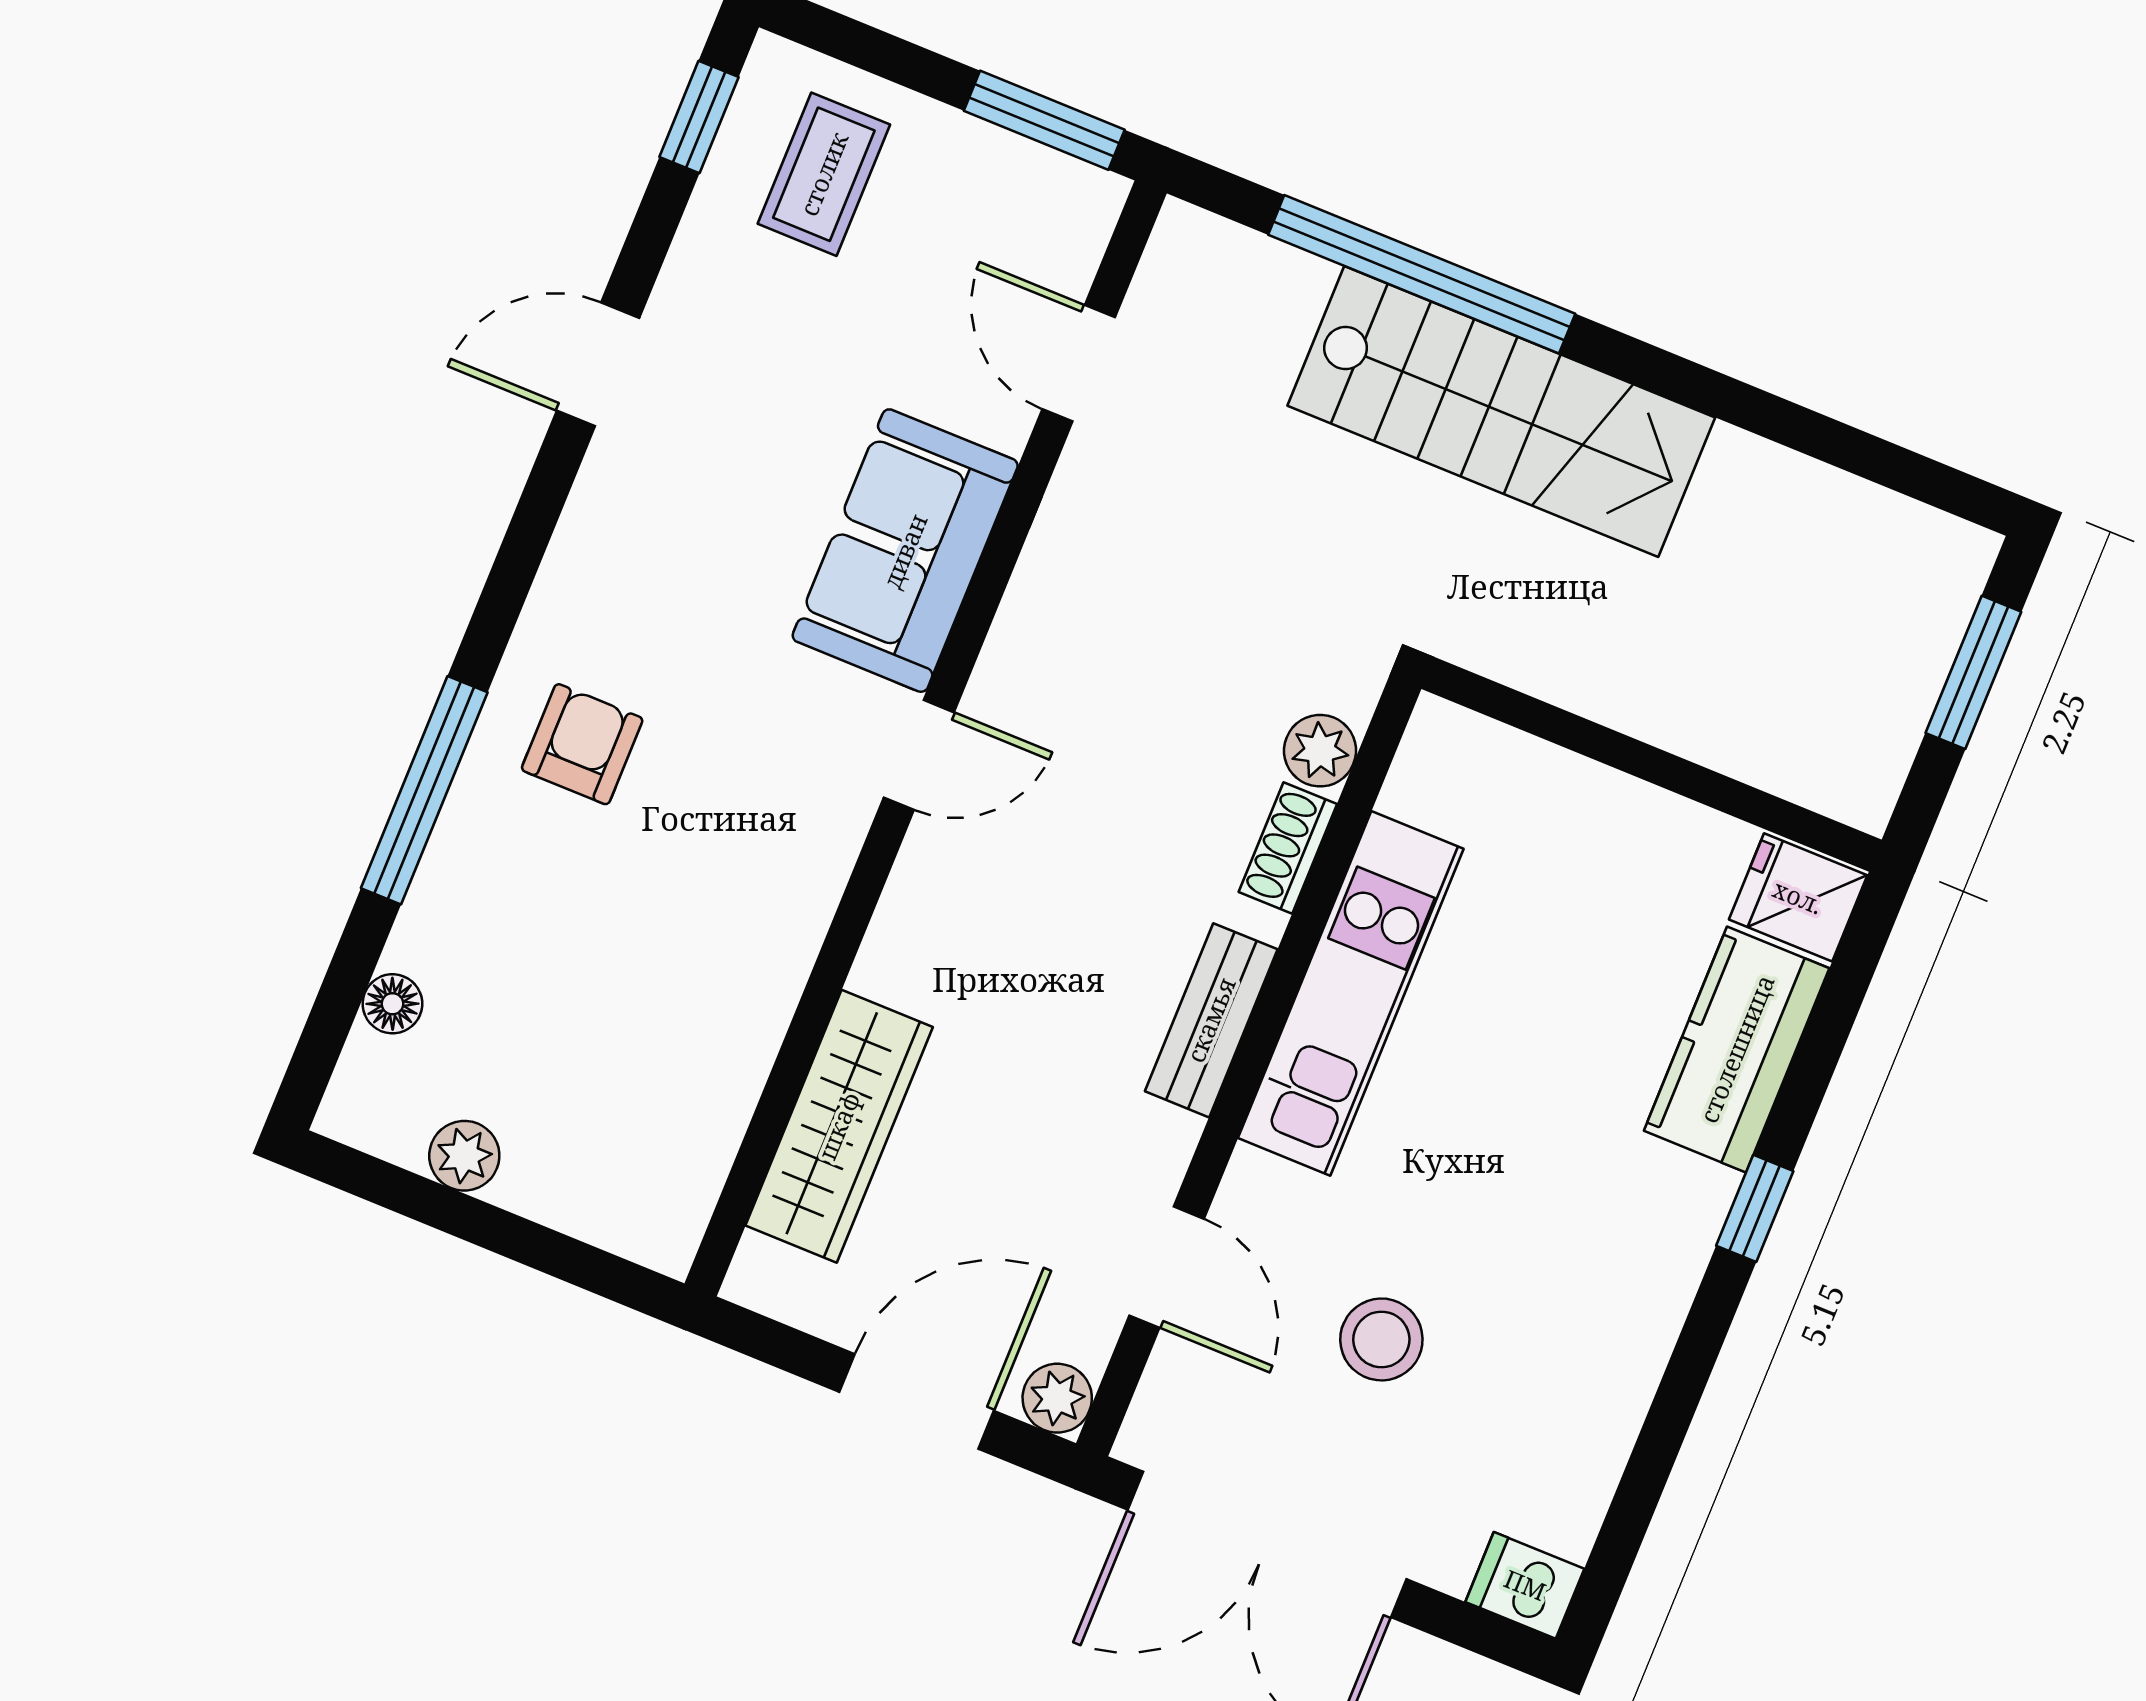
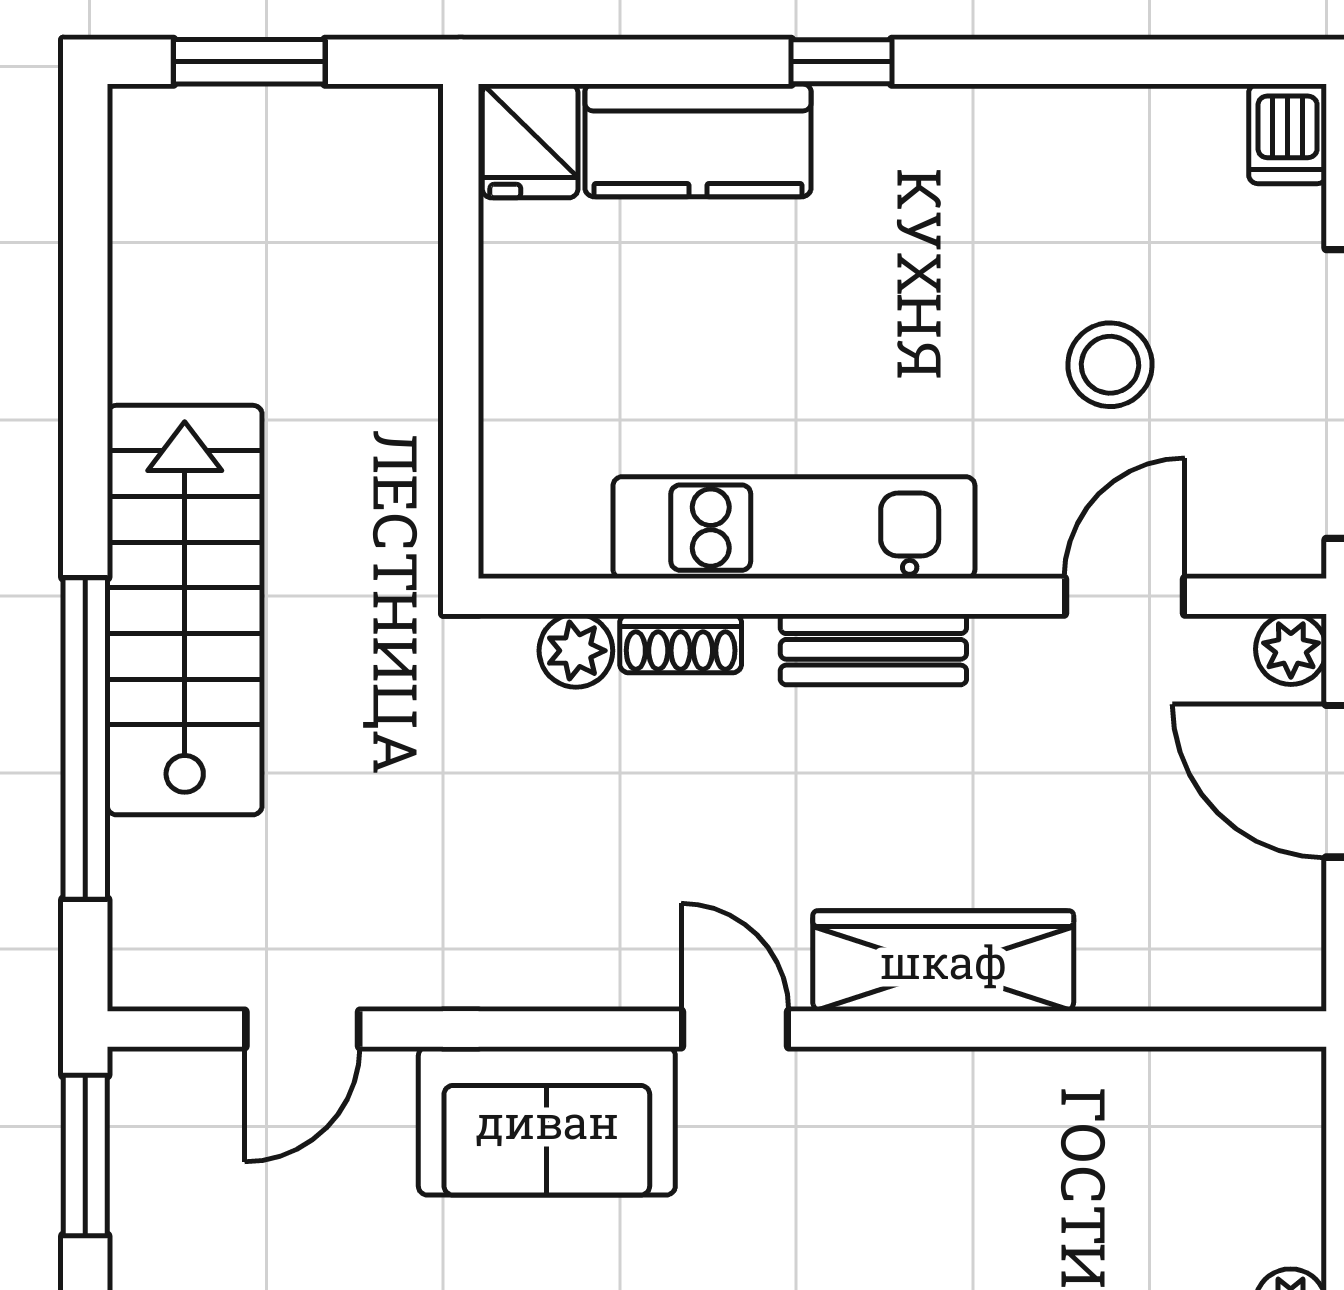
wardrobe: (839, 1126) -> (943, 961), moved

